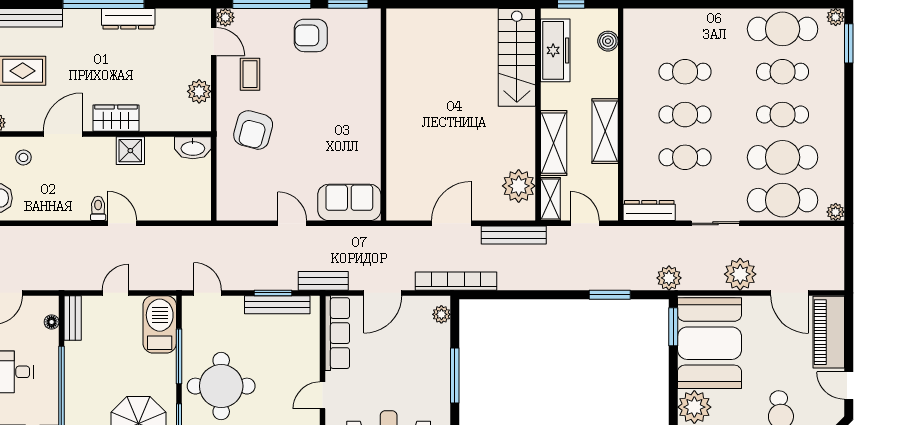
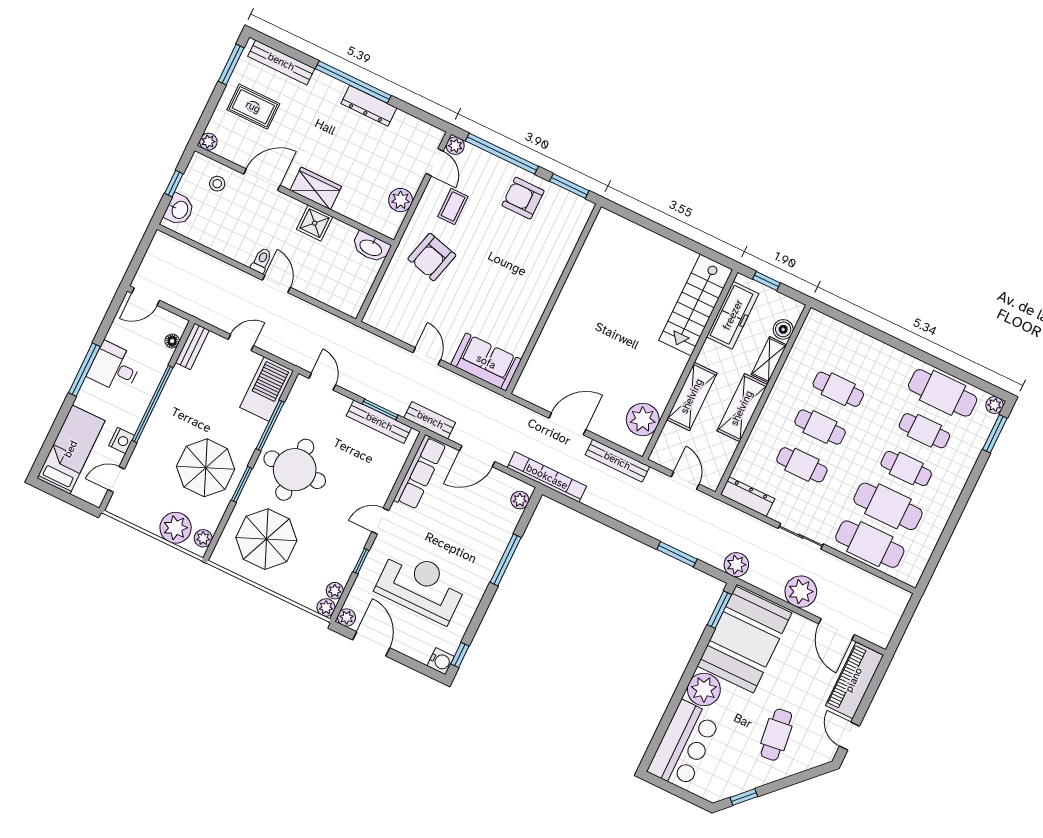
shelving: (550, 199) -> (769, 360), moved
plant: (836, 212) -> (912, 577), removed

